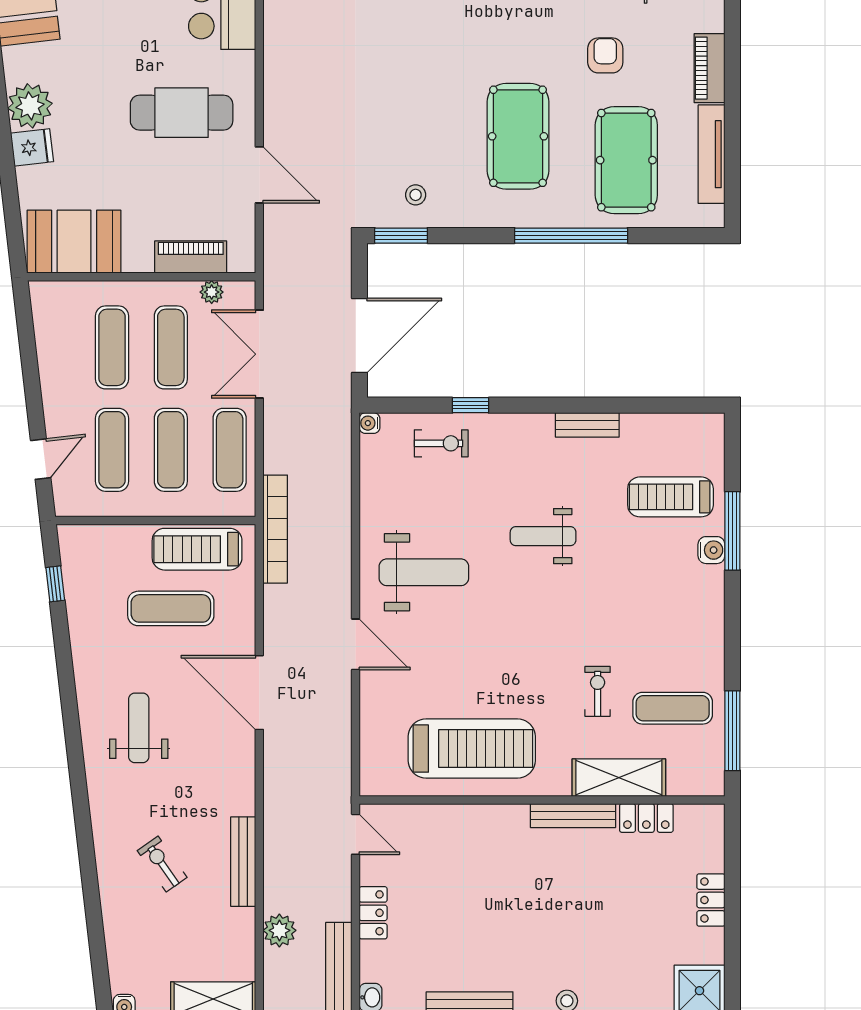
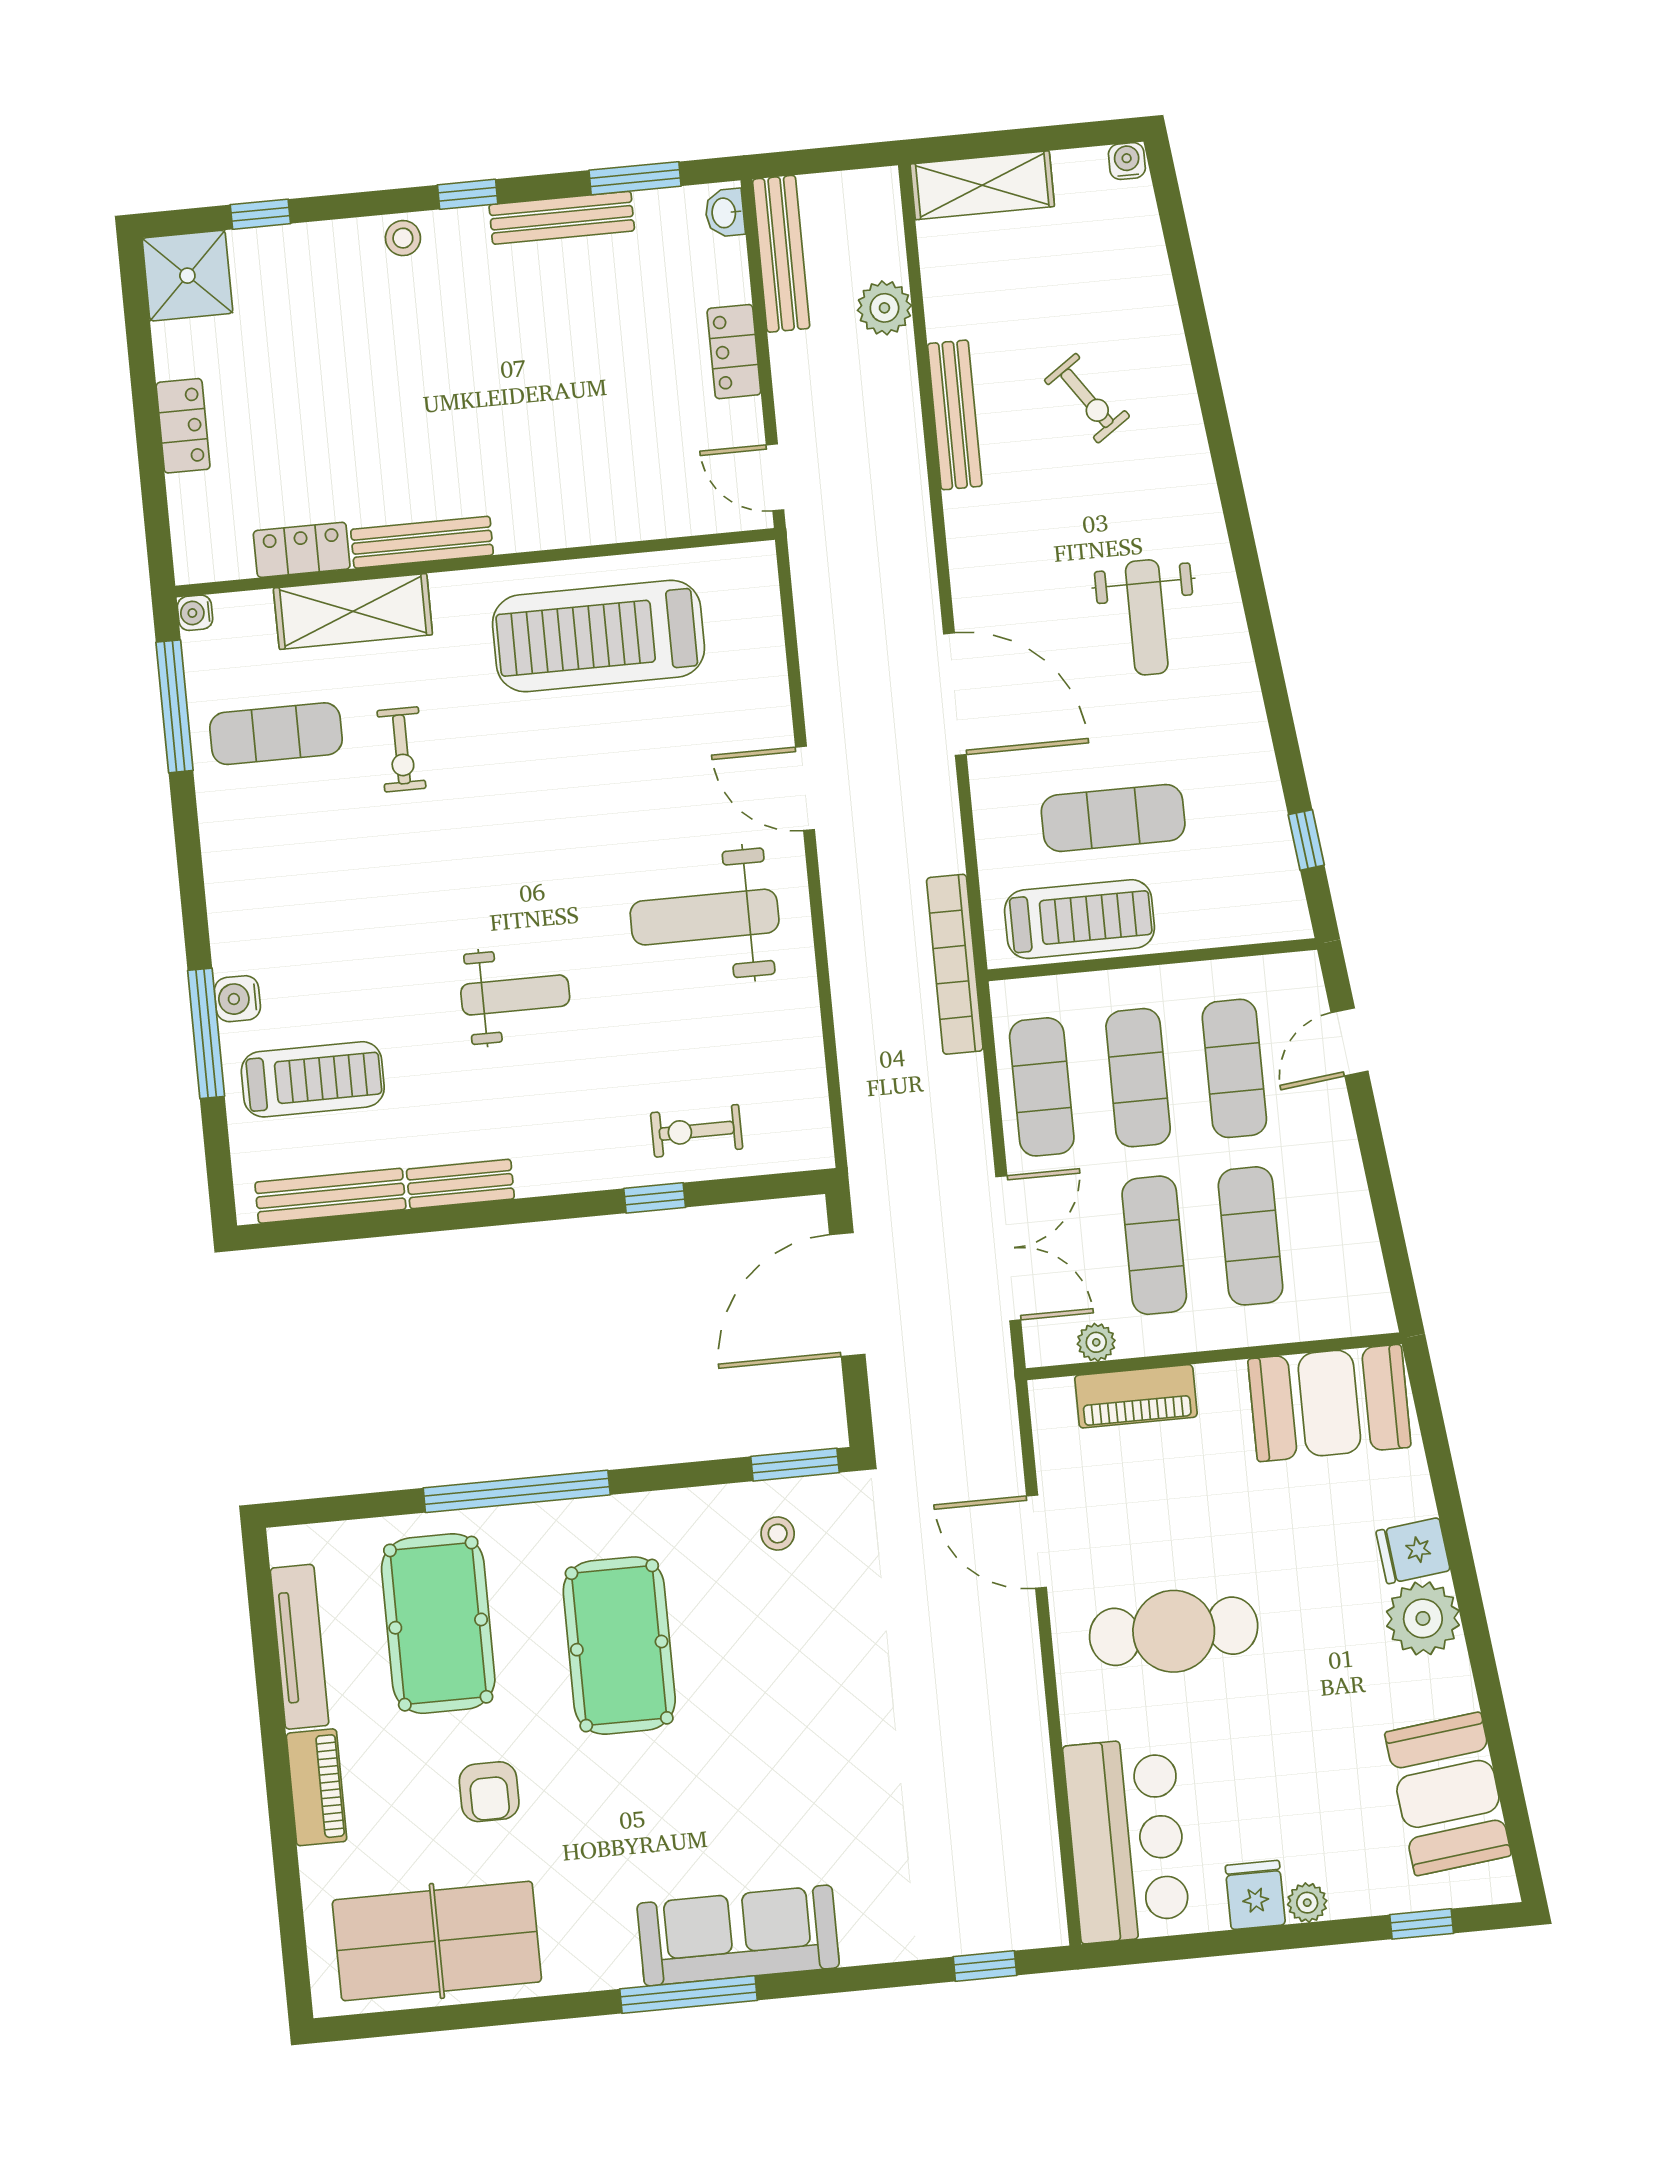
water cooler: (370, 423) -> (195, 613), moved, turned 180
bench: (667, 425) -> (330, 1196), added

